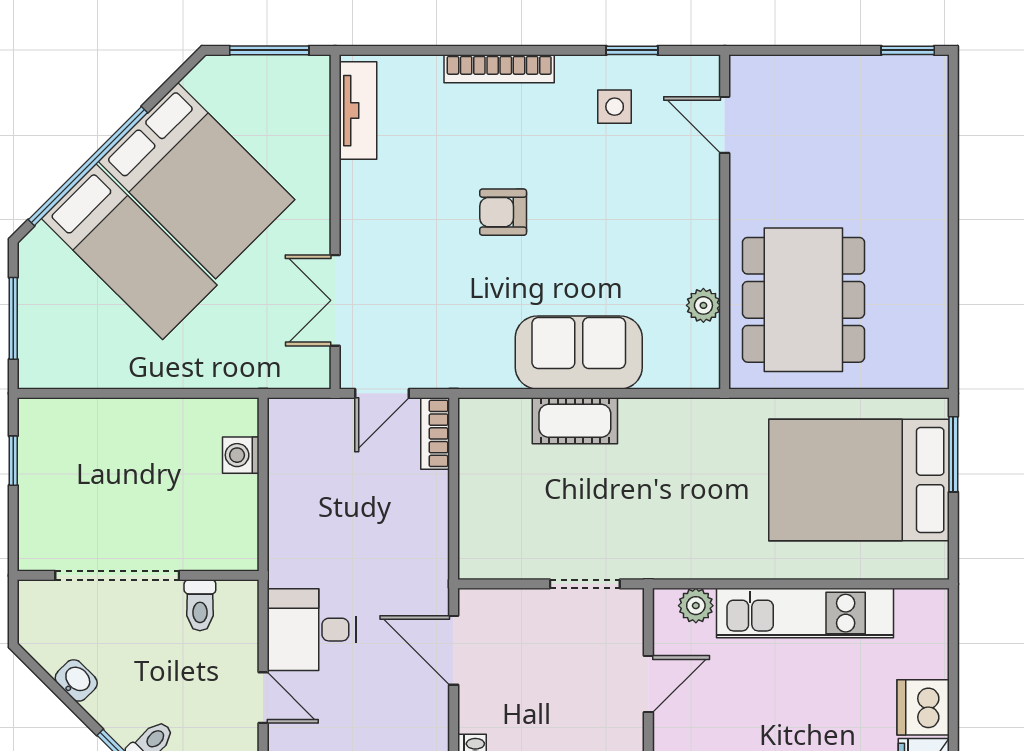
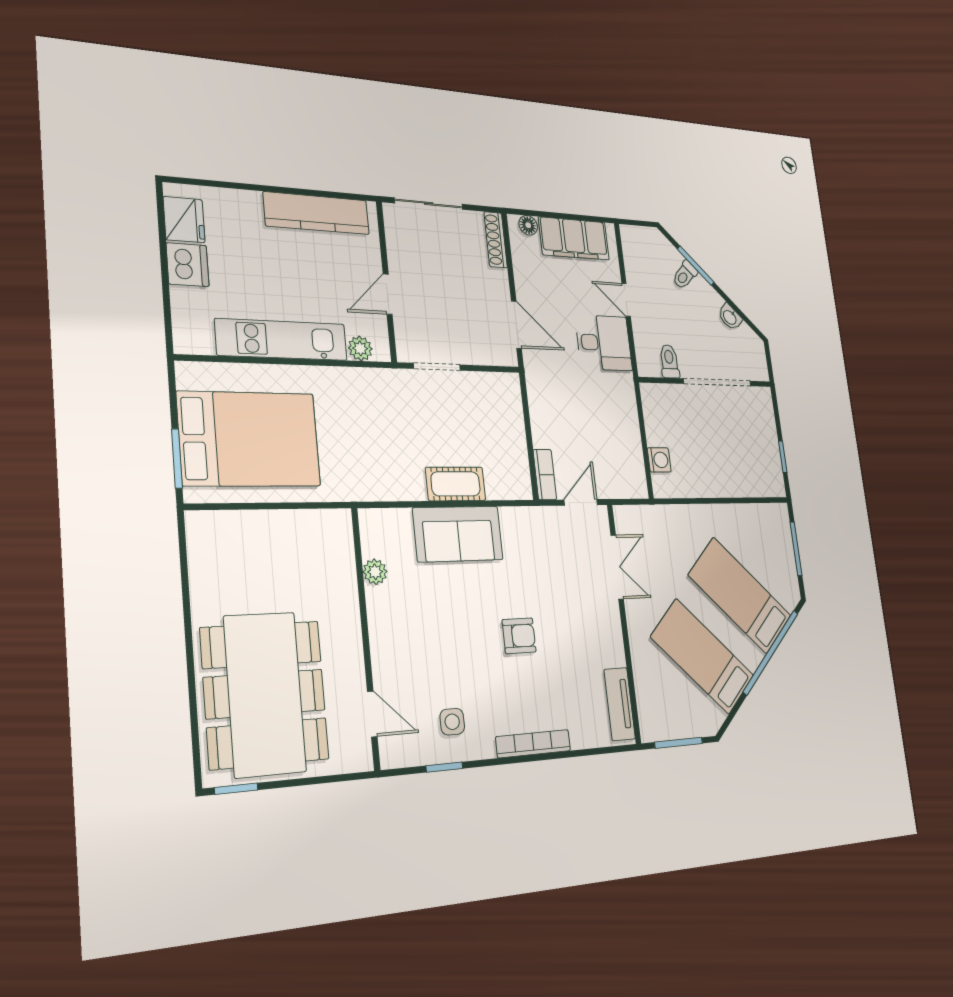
bed: (197, 181) -> (702, 656), width x0.67
dining table: (803, 300) -> (265, 694), moved, width x1.36, depth x1.24

